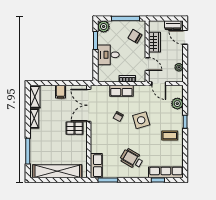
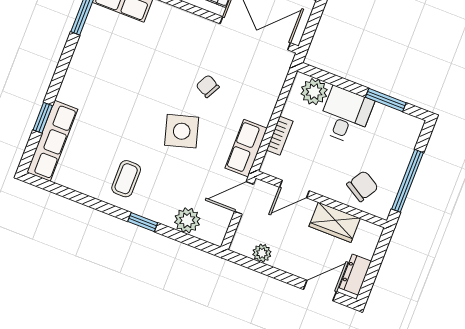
plant: (104, 27) -> (314, 92), moved
row of seats: (121, 91) -> (246, 148), moved
wheelchair: (132, 159) -> (108, 80), removed

